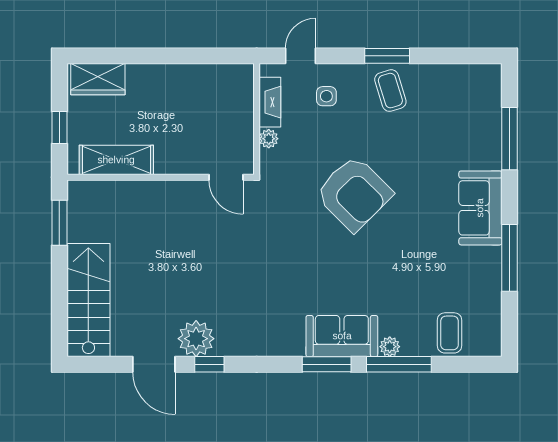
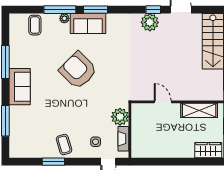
window: (387, 56) -> (53, 162), moved
plant: (269, 139) -> (120, 117), width x1.88, depth x1.88
door: (226, 177) -> (163, 102), moved
armchair: (354, 193) -> (78, 70), moved
plant: (196, 339) -> (150, 22), moved

